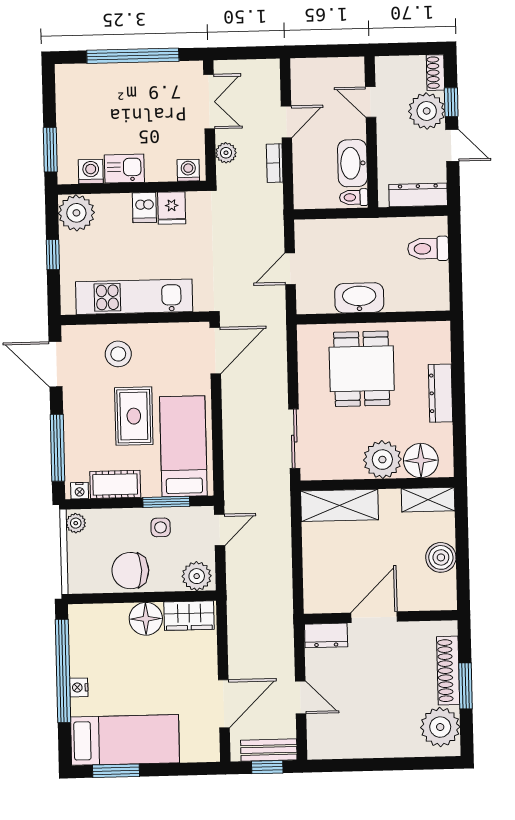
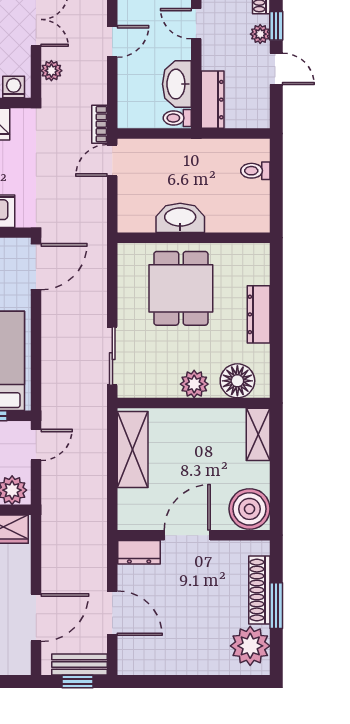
plant: (427, 111) -> (260, 34), width x0.53, depth x0.53
bookcase: (275, 163) -> (100, 124), moved
dresser: (418, 195) -> (213, 100), moved, turned 90
toilet: (428, 249) -> (255, 171), width x0.73, depth x0.72
door: (290, 269) -> (112, 160), moved
plant: (382, 460) -> (194, 384), width x0.73, depth x0.73
shelving: (428, 500) -> (258, 434), moved, turned 90
shelving: (339, 505) -> (133, 449), moved, turned 90
boiler: (441, 557) -> (250, 509), moved, width x1.37, depth x1.37
door: (301, 697) -> (112, 613), width x1.38

